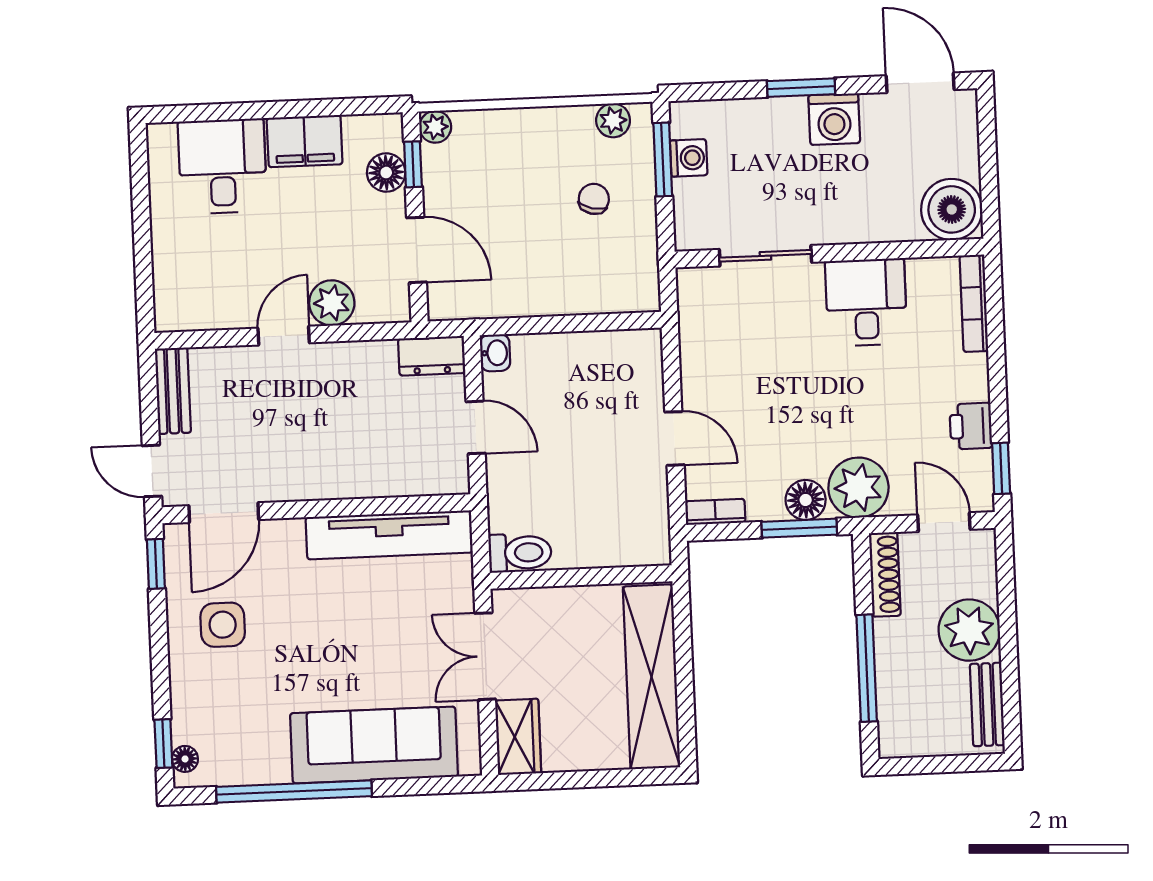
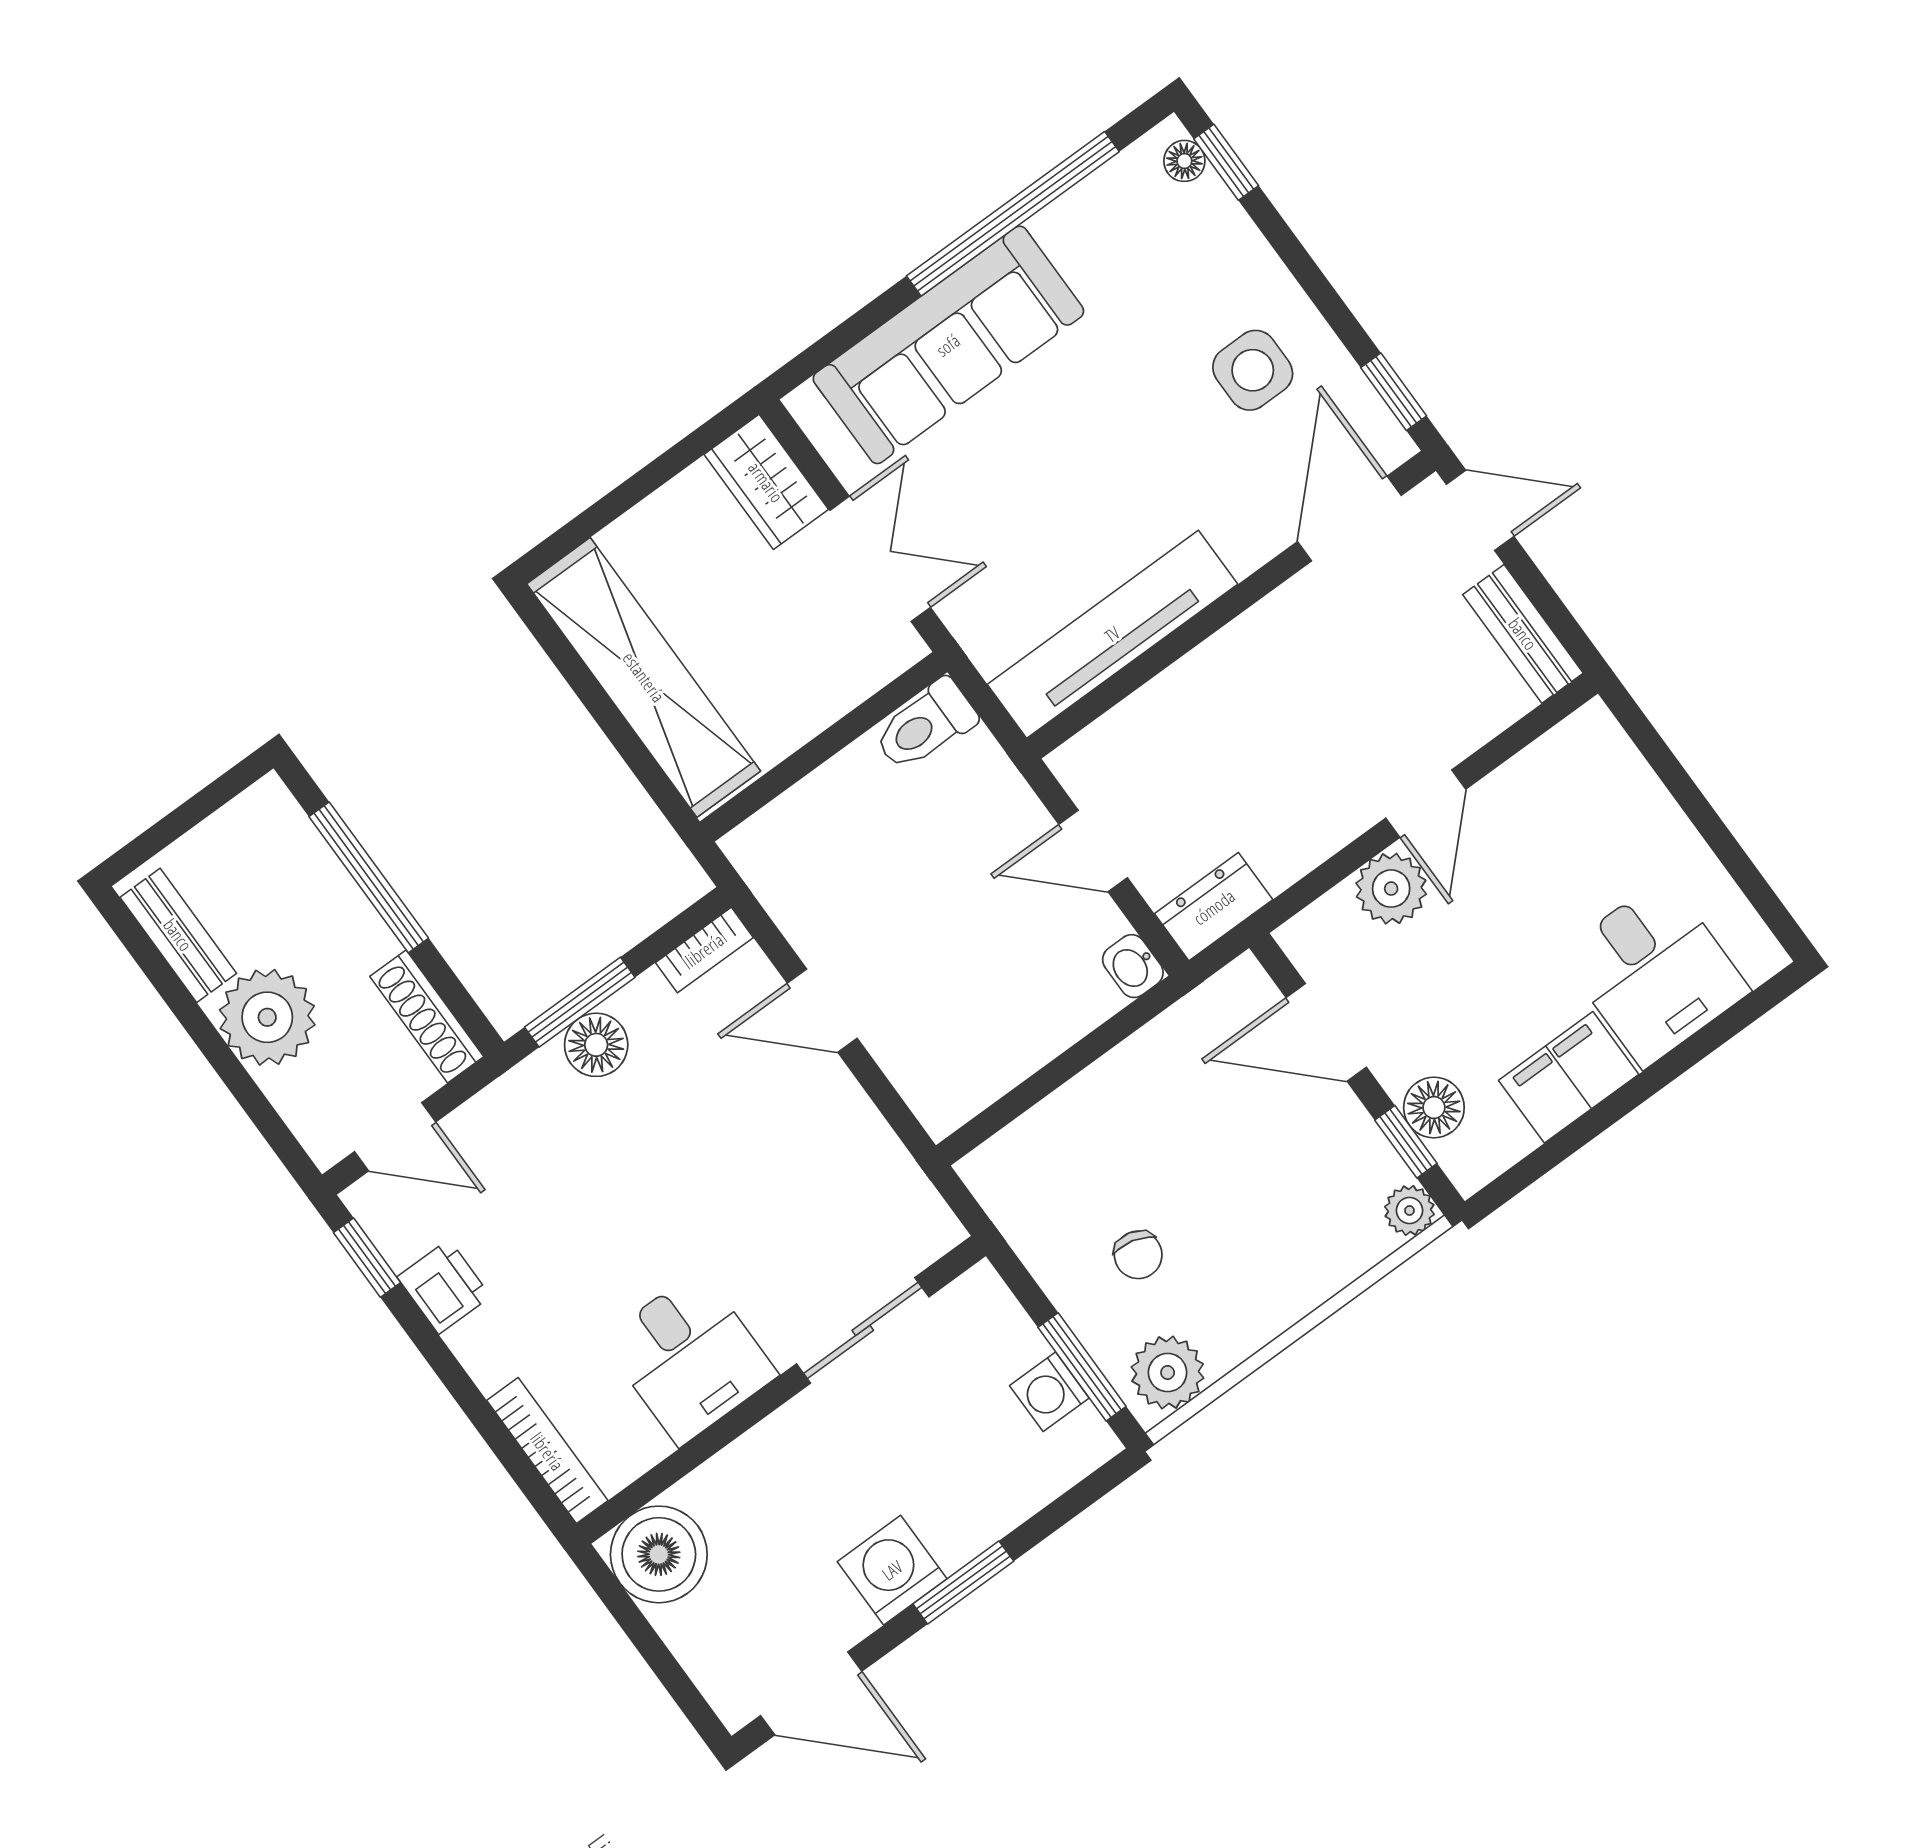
plant: (613, 120) -> (1168, 1373), width x1.38, depth x1.38
plant: (858, 488) -> (538, 1107), removed

